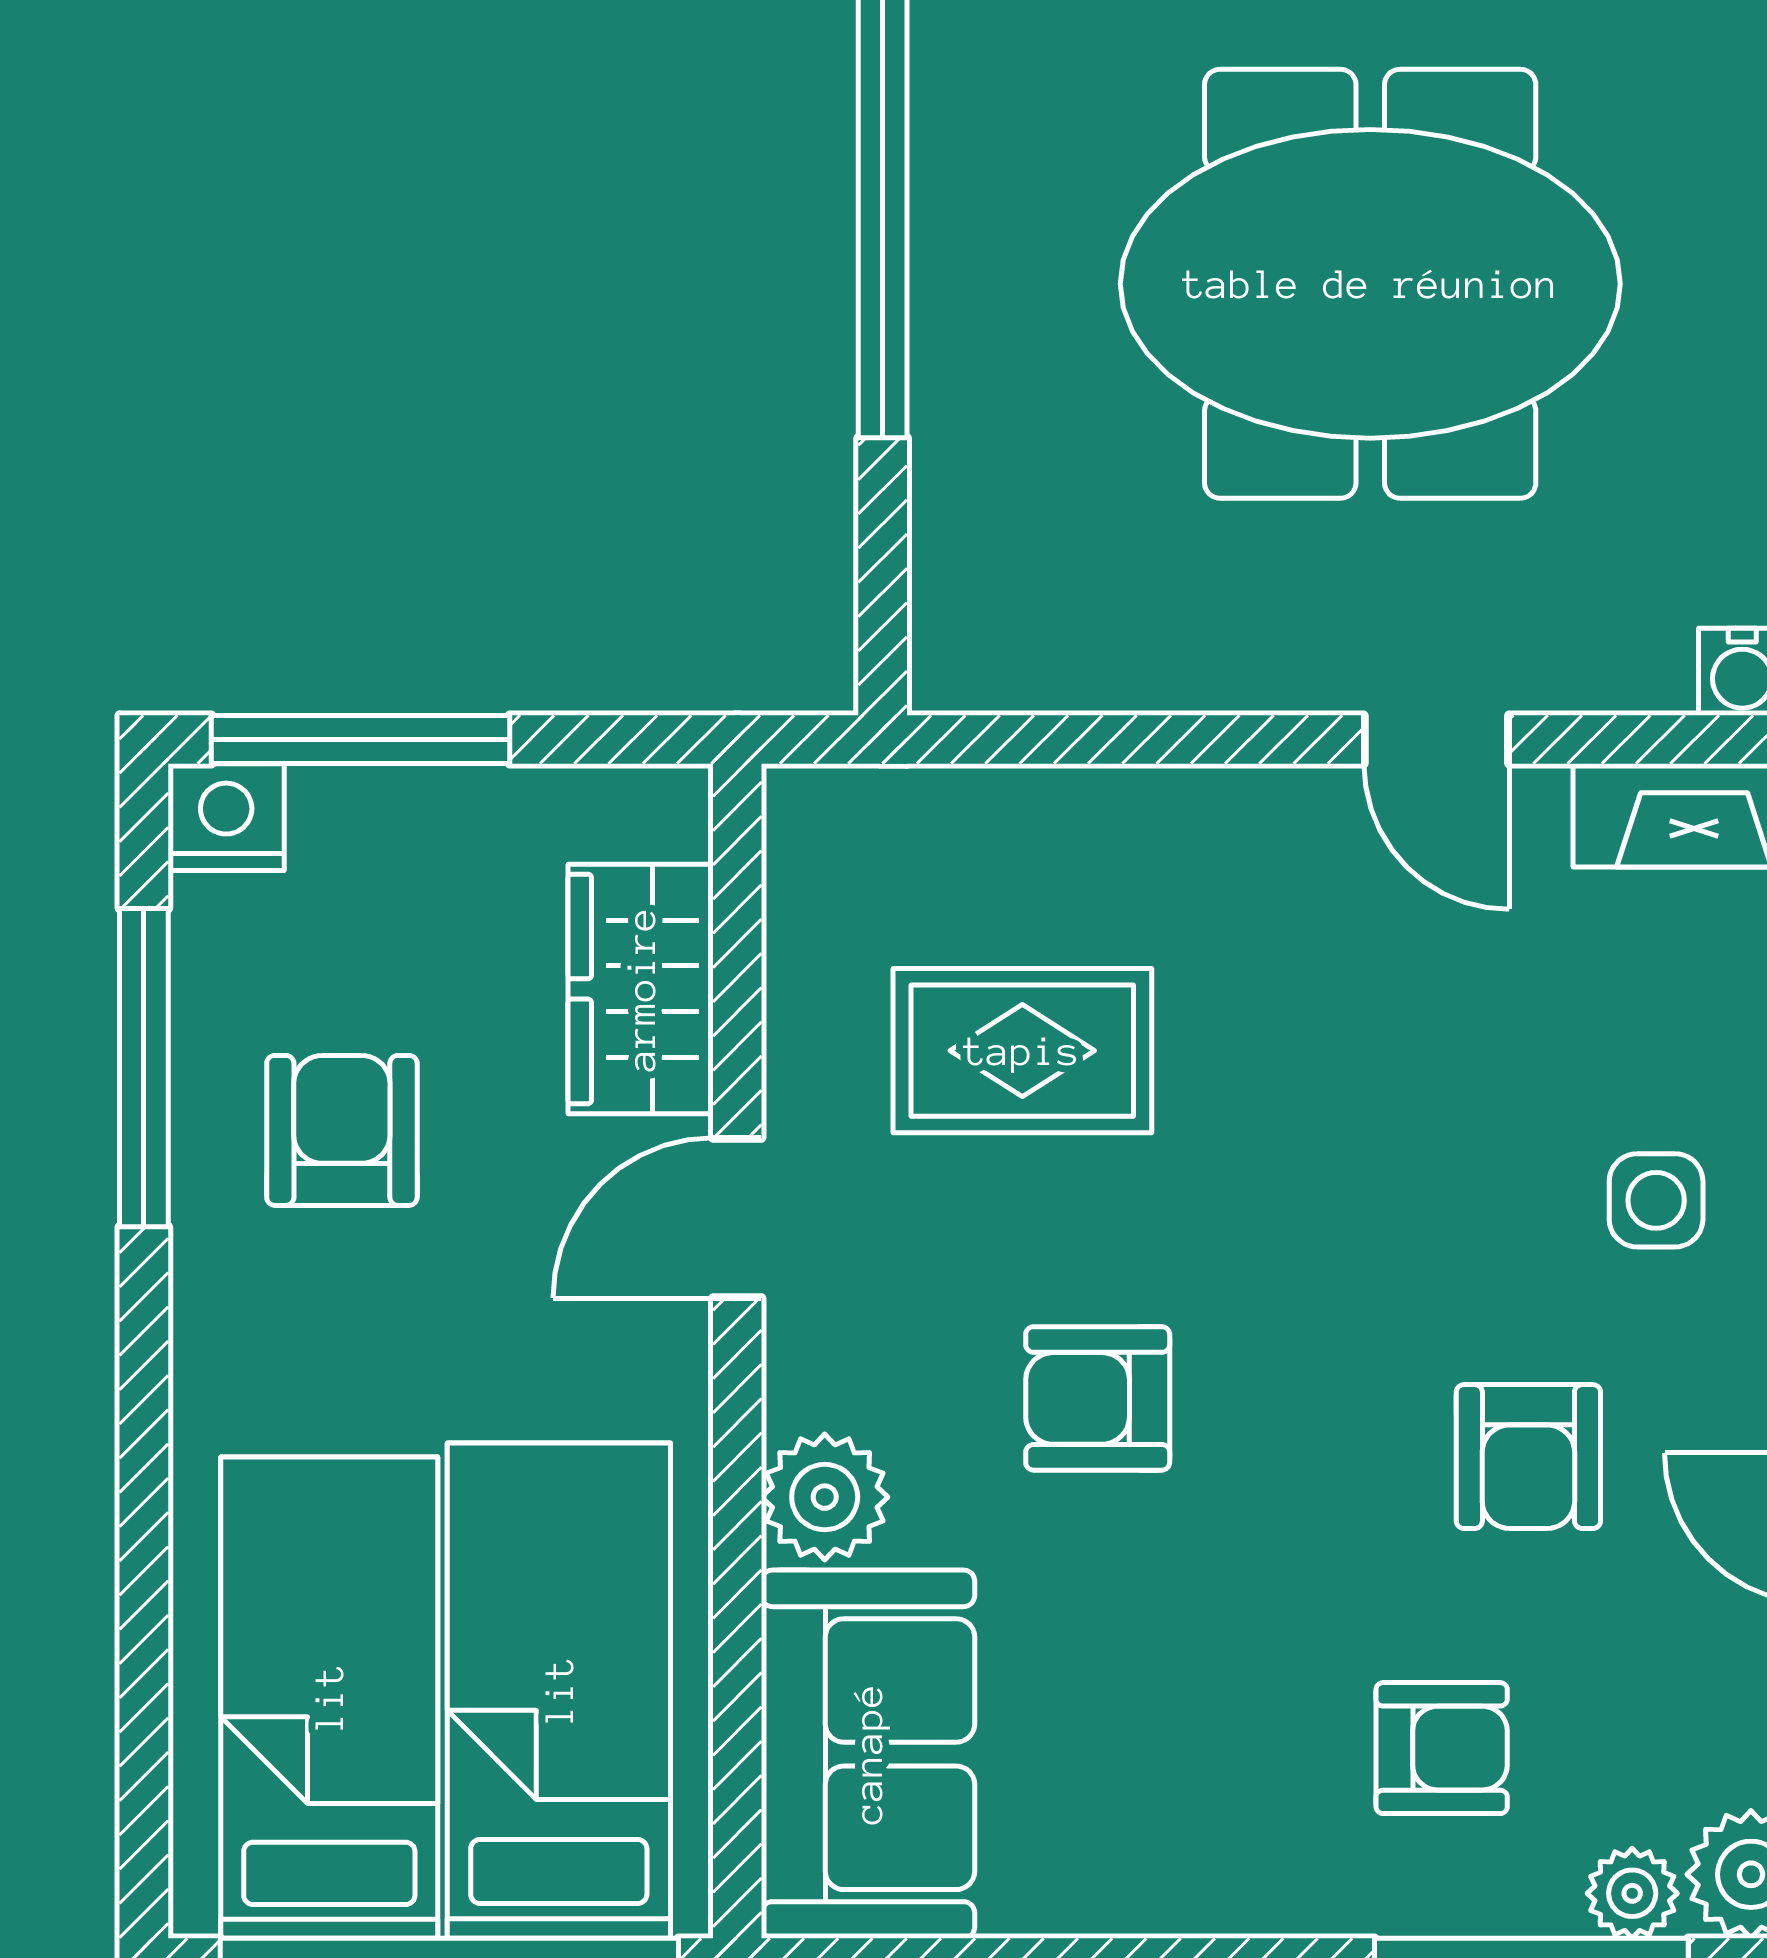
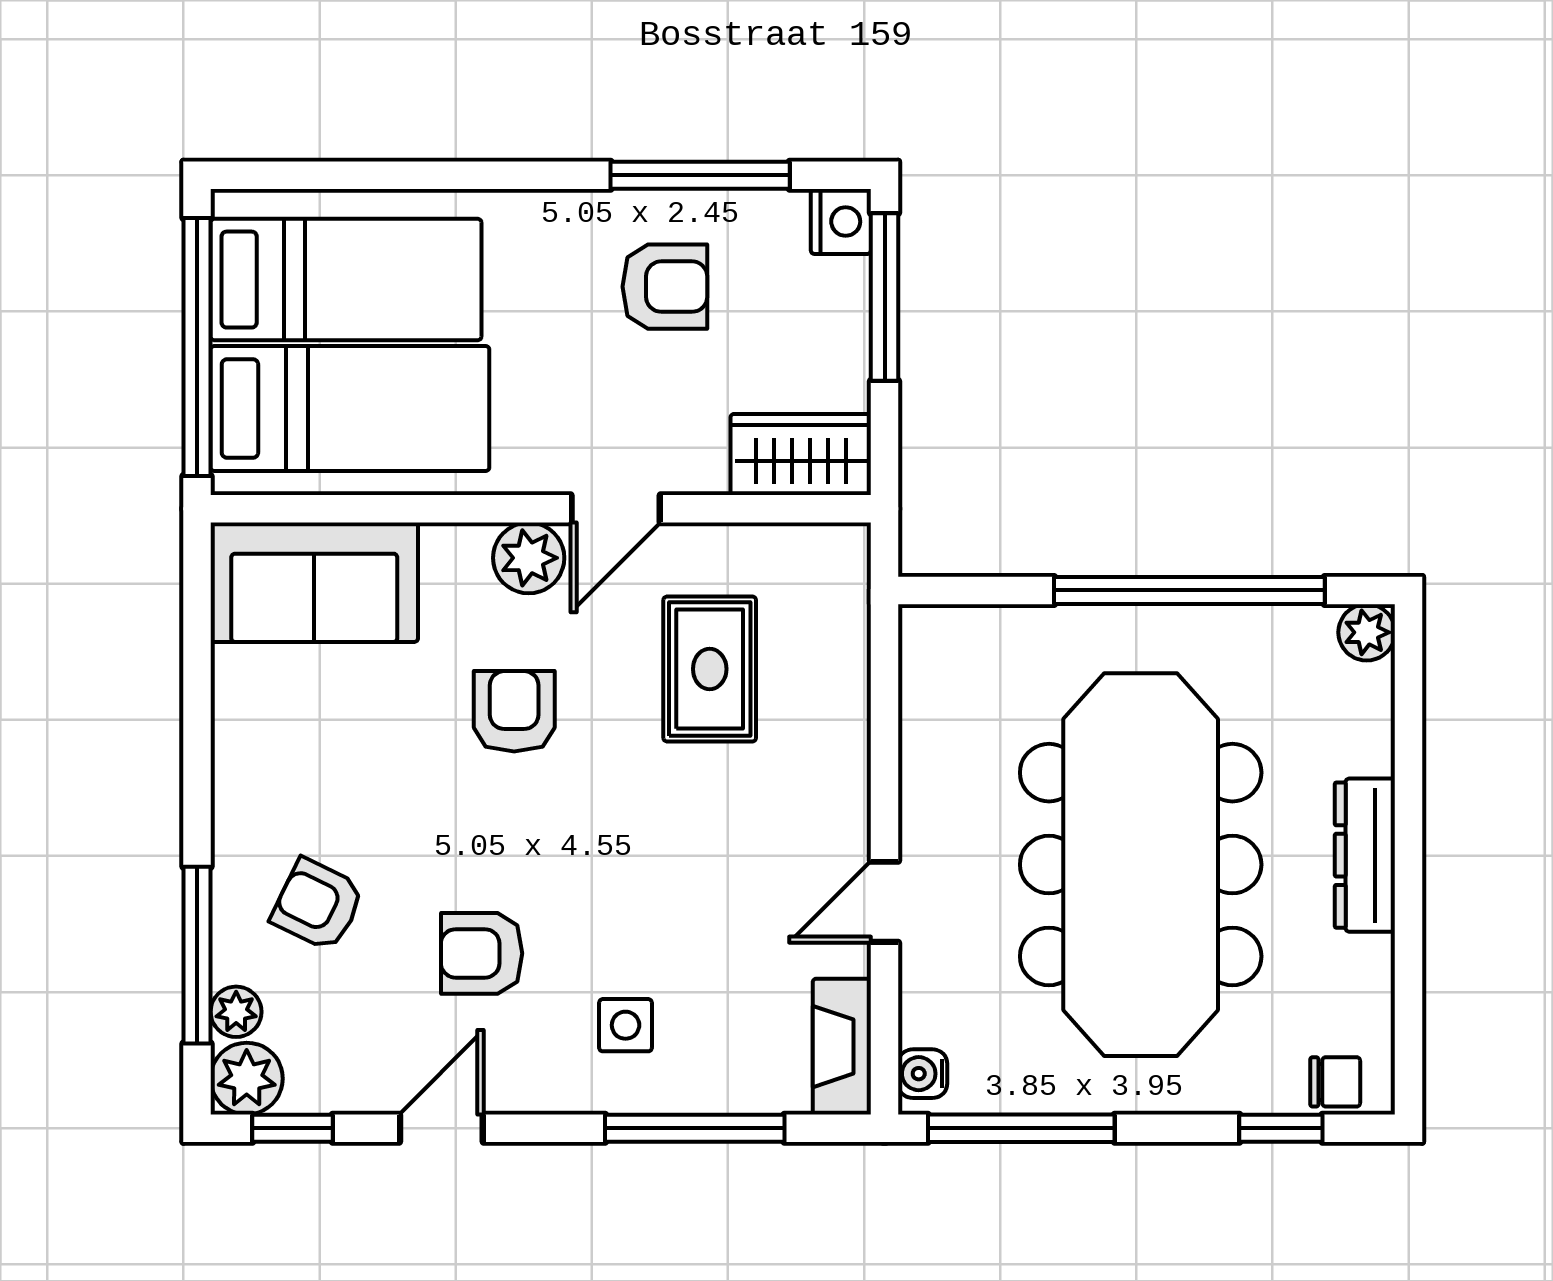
meeting table: (1370, 284) -> (1141, 865), width x1.36
wardrobe: (641, 989) -> (801, 454), moved
door: (737, 1218) -> (616, 509), swing flipped
plant: (825, 1497) -> (529, 558), moved
armchair: (1442, 1748) -> (318, 905), turned 116

